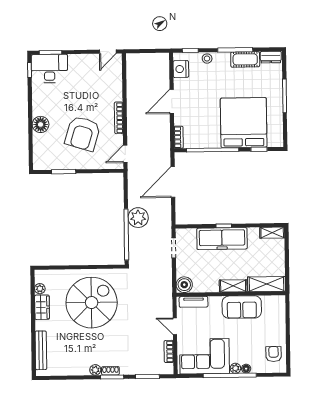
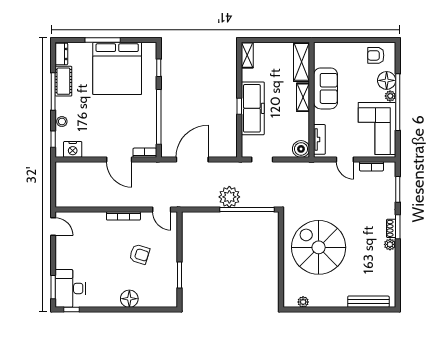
door: (172, 101) -> (119, 160), moved
bed: (244, 123) -> (117, 68), moved, turned -90
armchair: (83, 134) -> (139, 254), width x0.53, depth x0.53
door: (173, 182) -> (192, 160), swing flipped
wardrobe: (42, 307) -> (323, 300), removed
door: (175, 326) -> (345, 160), hinge flipped
floor lamp: (246, 369) -> (387, 80), width x1.89, depth x1.89

